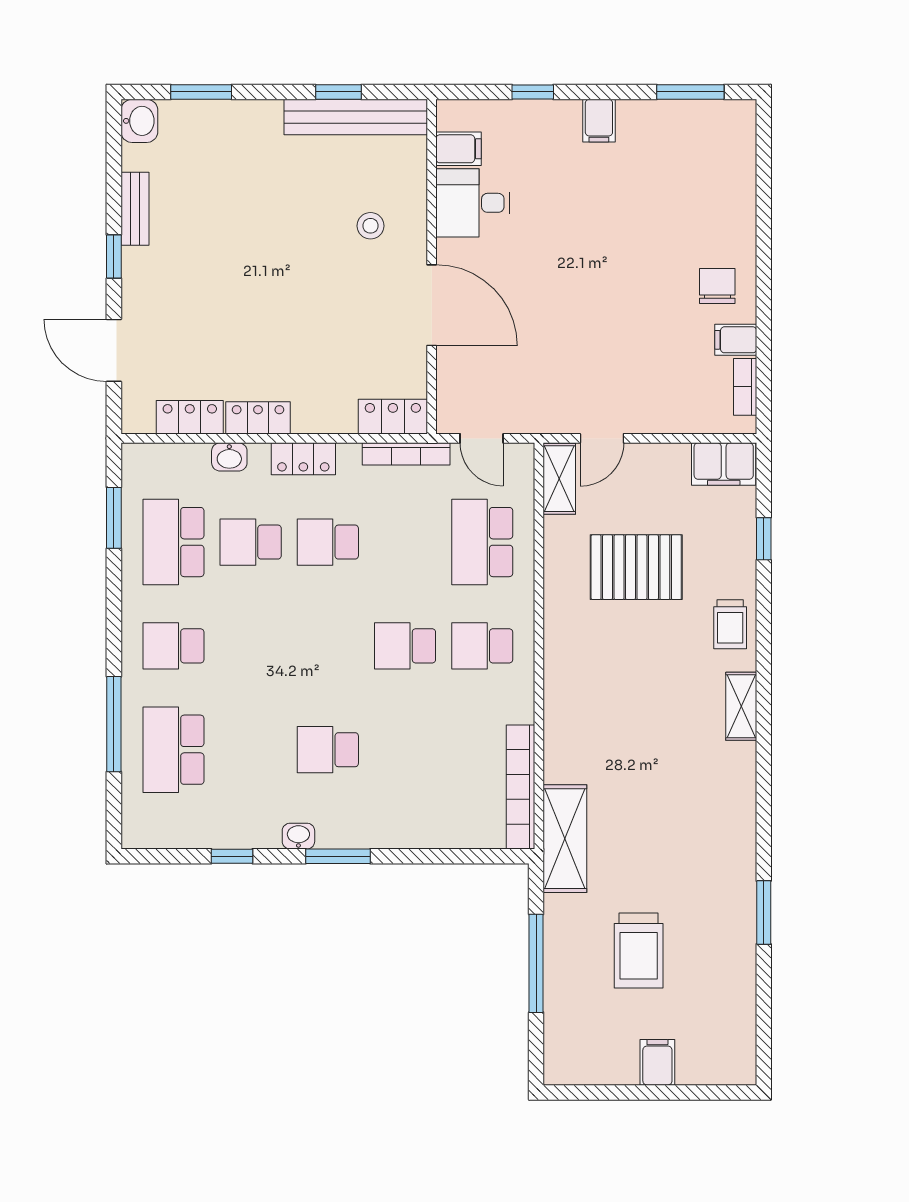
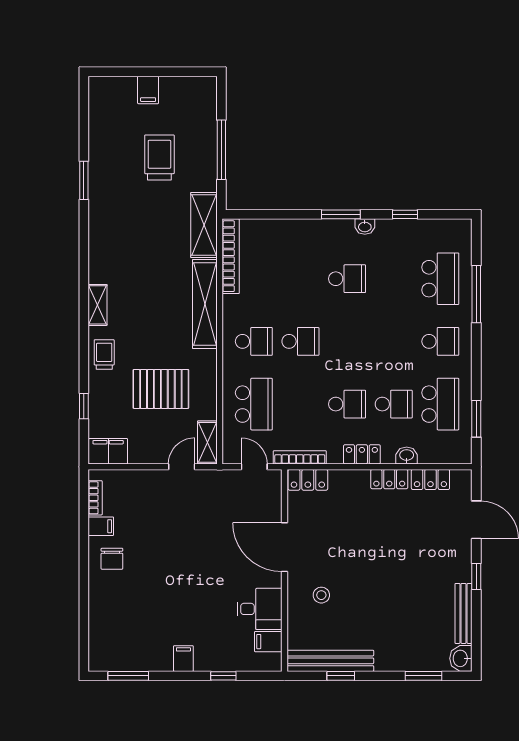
bench: (135, 209) -> (464, 613), width x1.36
shelving: (563, 708) -> (205, 304), added

